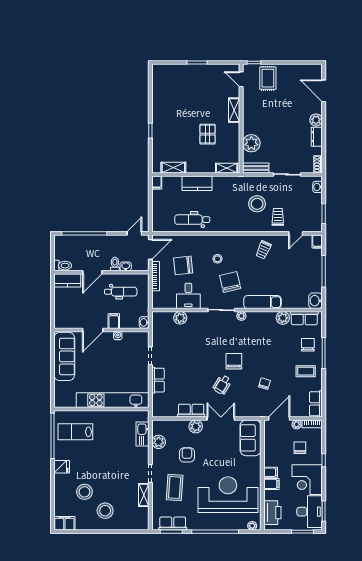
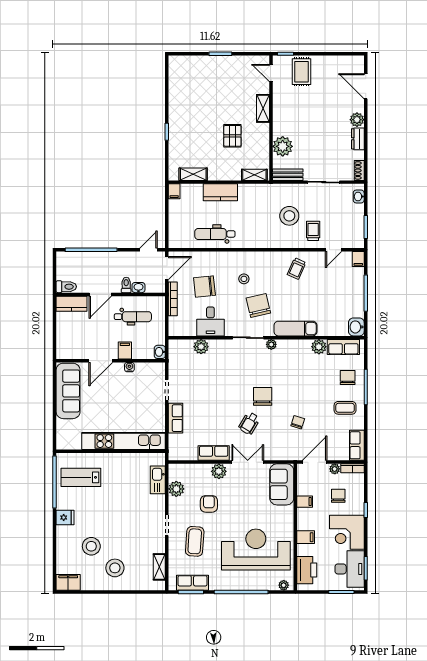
filing cabinet: (271, 472) -> (305, 502), moved
shelving: (144, 495) -> (159, 567), moved

